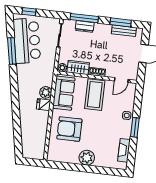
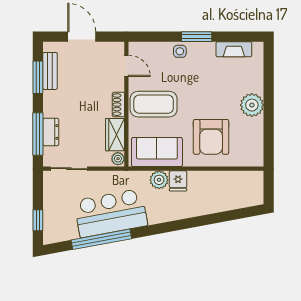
bar counter: (27, 41) -> (111, 213), moved
window: (12, 51) -> (101, 239), width x1.46

